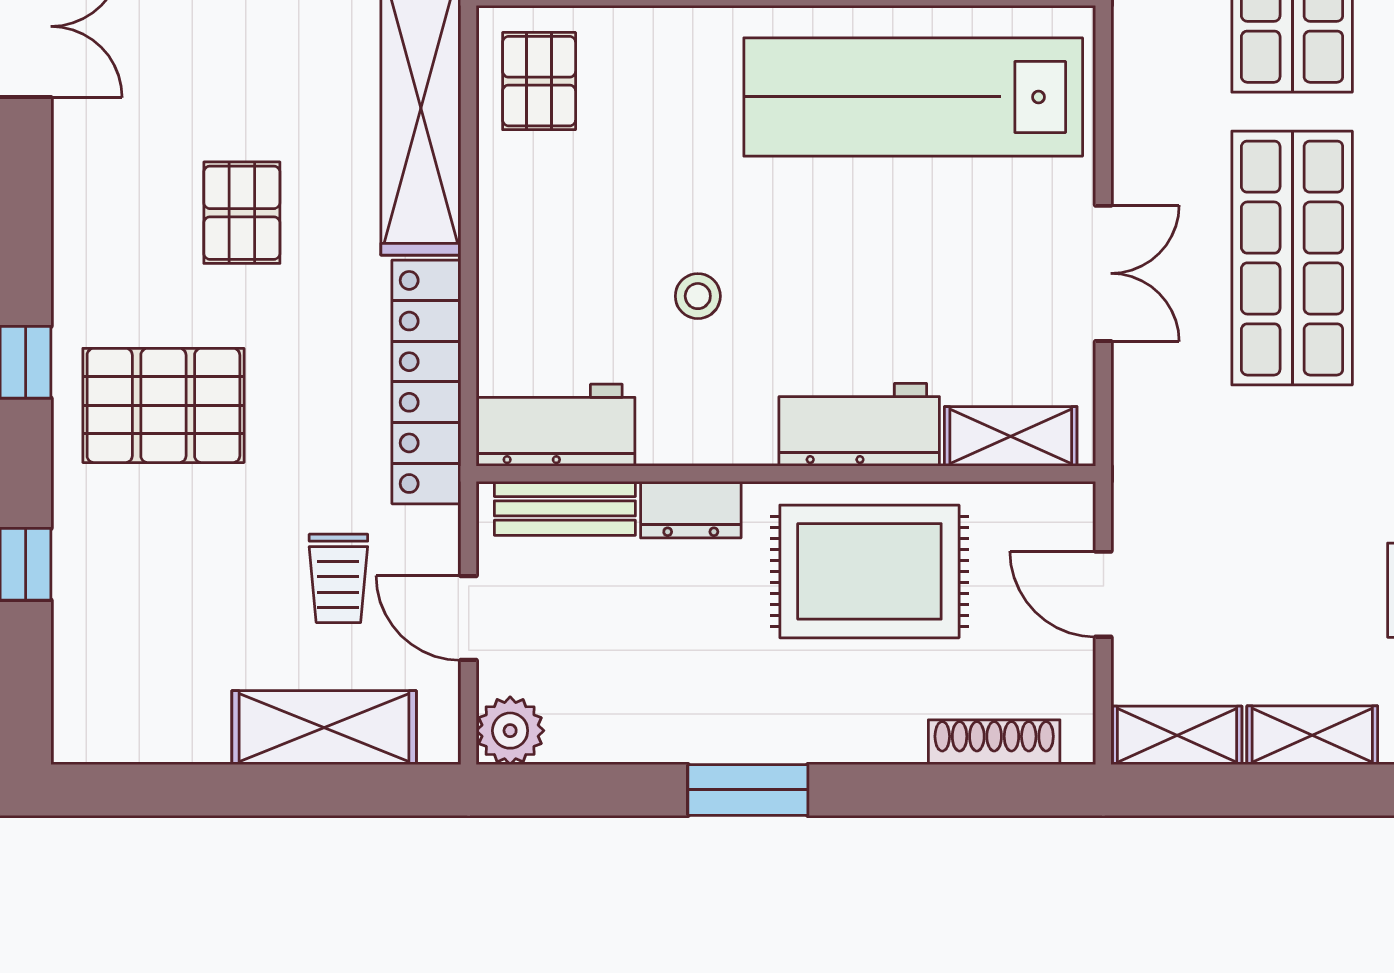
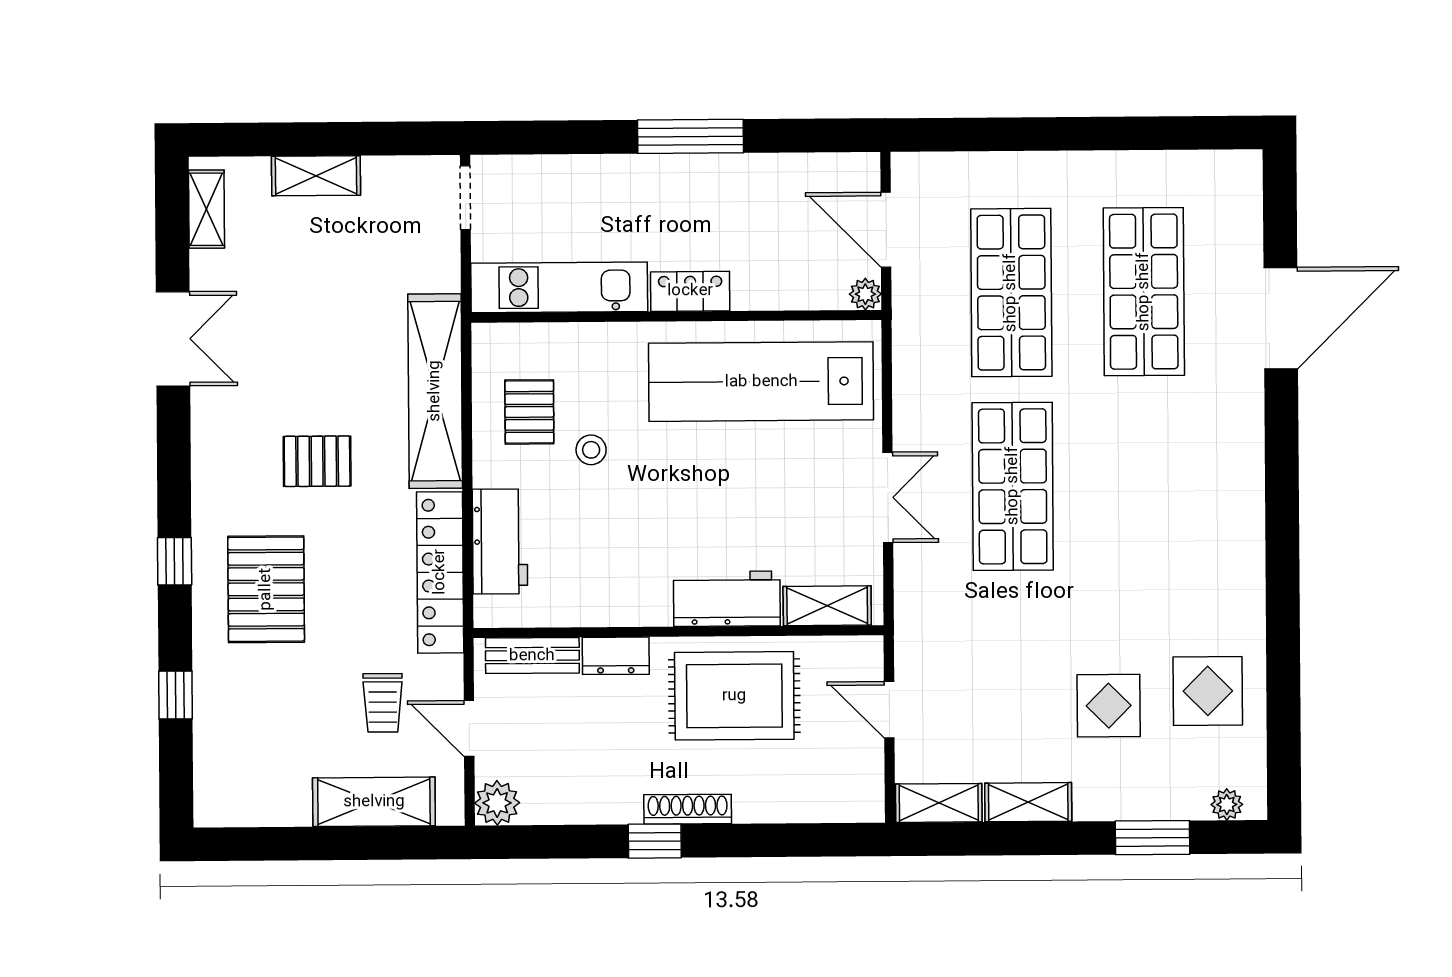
pallet: (539, 81) -> (529, 412), moved
pallet: (242, 213) -> (317, 461), turned 90
stool: (698, 296) -> (591, 450), moved
pallet: (163, 405) -> (266, 589), turned 90
workbench: (556, 425) -> (500, 541), moved, turned 90
shoe rack: (994, 742) -> (688, 809), moved
window: (748, 790) -> (655, 841), width x0.67

